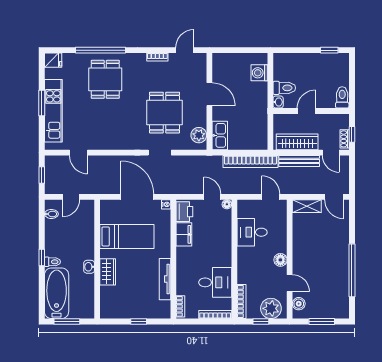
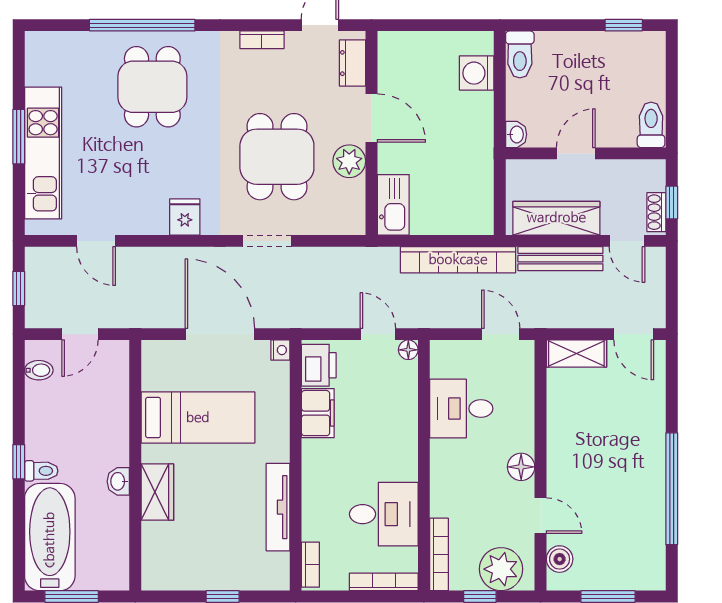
fridge: (53, 60) -> (185, 217), moved, turned -90
dresser: (200, 68) -> (353, 63), added
toilet: (284, 88) -> (520, 54), moved, turned 90
plant: (199, 135) -> (349, 161), moved

